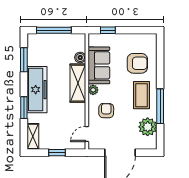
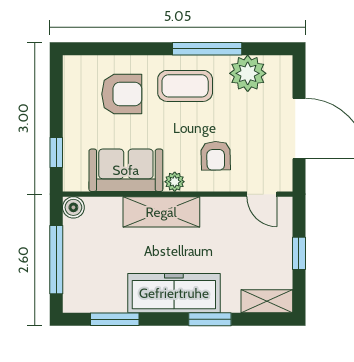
boiler: (80, 57) -> (73, 207), moved
armchair: (137, 63) -> (122, 94), turned 90
armchair: (106, 111) -> (216, 156), turned -92

